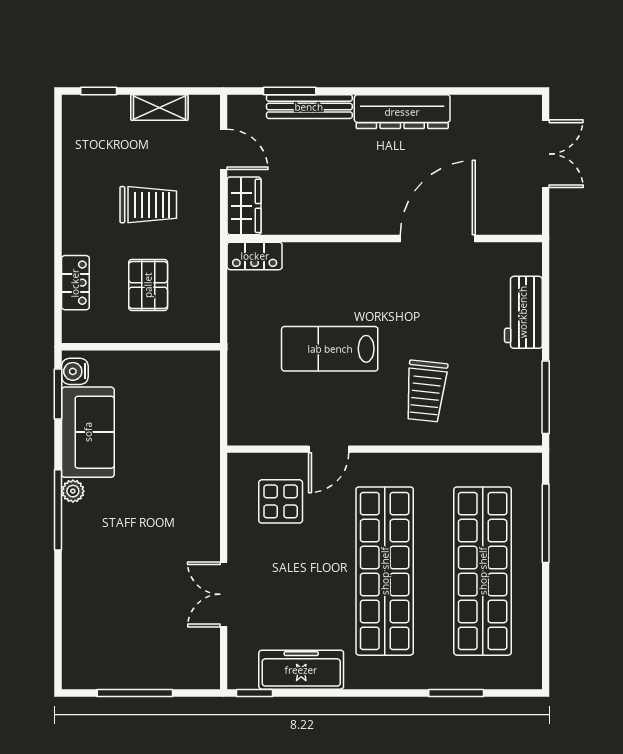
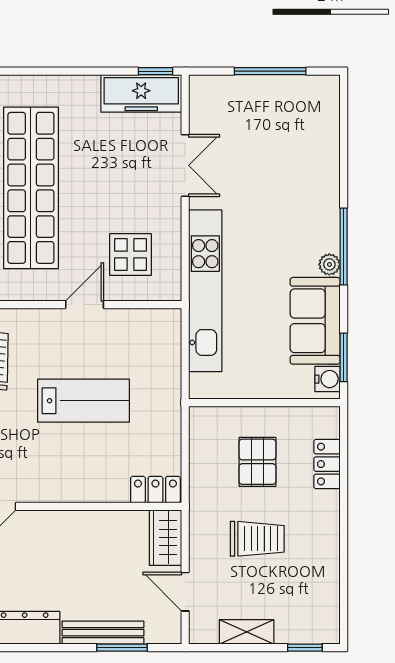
trolley: (148, 205) -> (257, 539), turned 180
kitchen unit: (203, 464) -> (205, 291), added
freezer: (301, 670) -> (141, 93), moved

